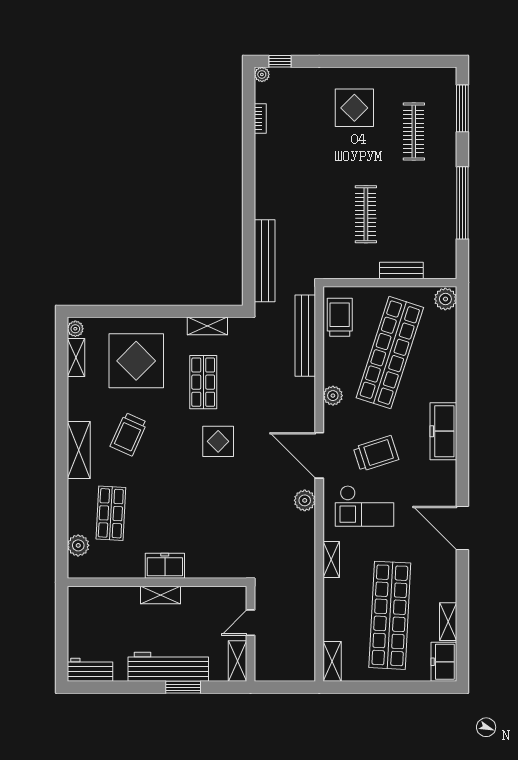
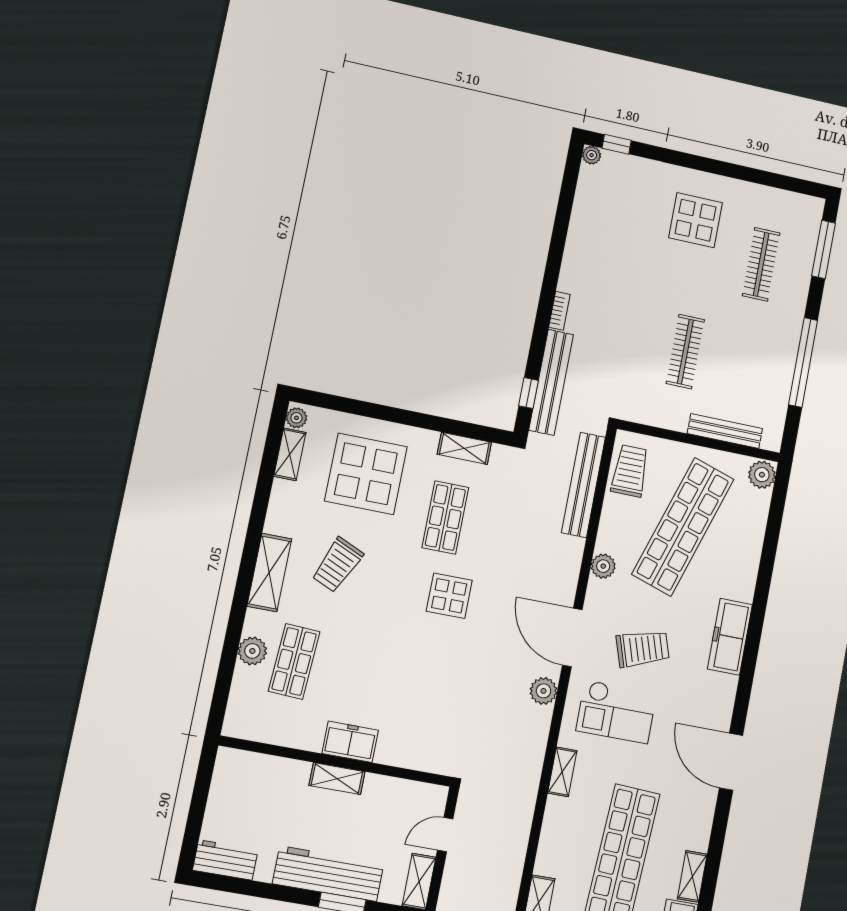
bookcase: (260, 118) -> (559, 311), moved
bench: (401, 270) -> (725, 431), width x1.36
window: (249, 273) -> (529, 393), added
plant: (78, 545) -> (252, 651), moved

